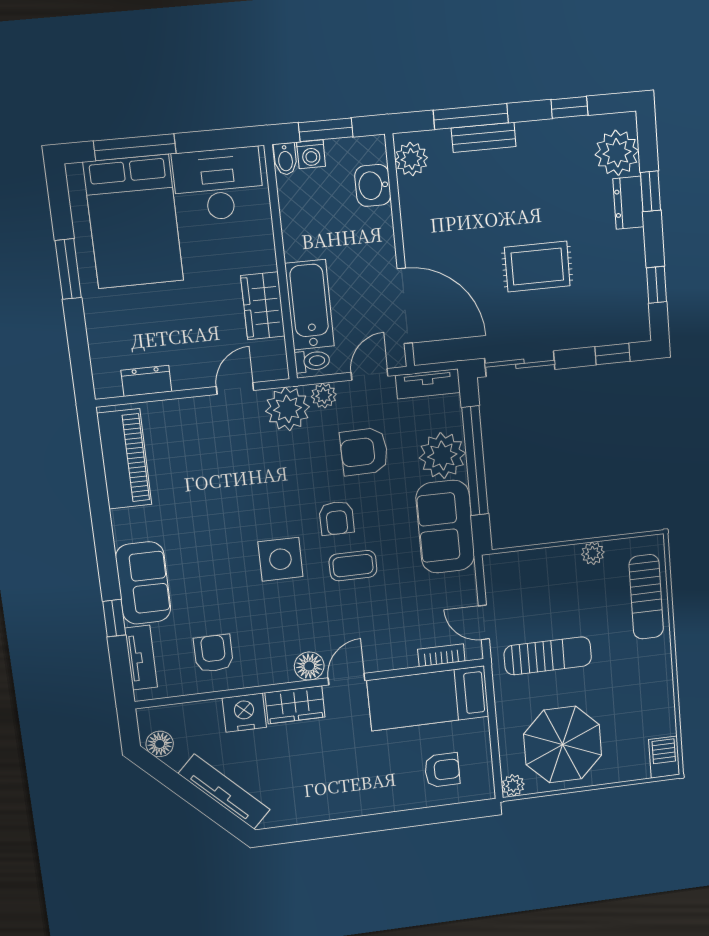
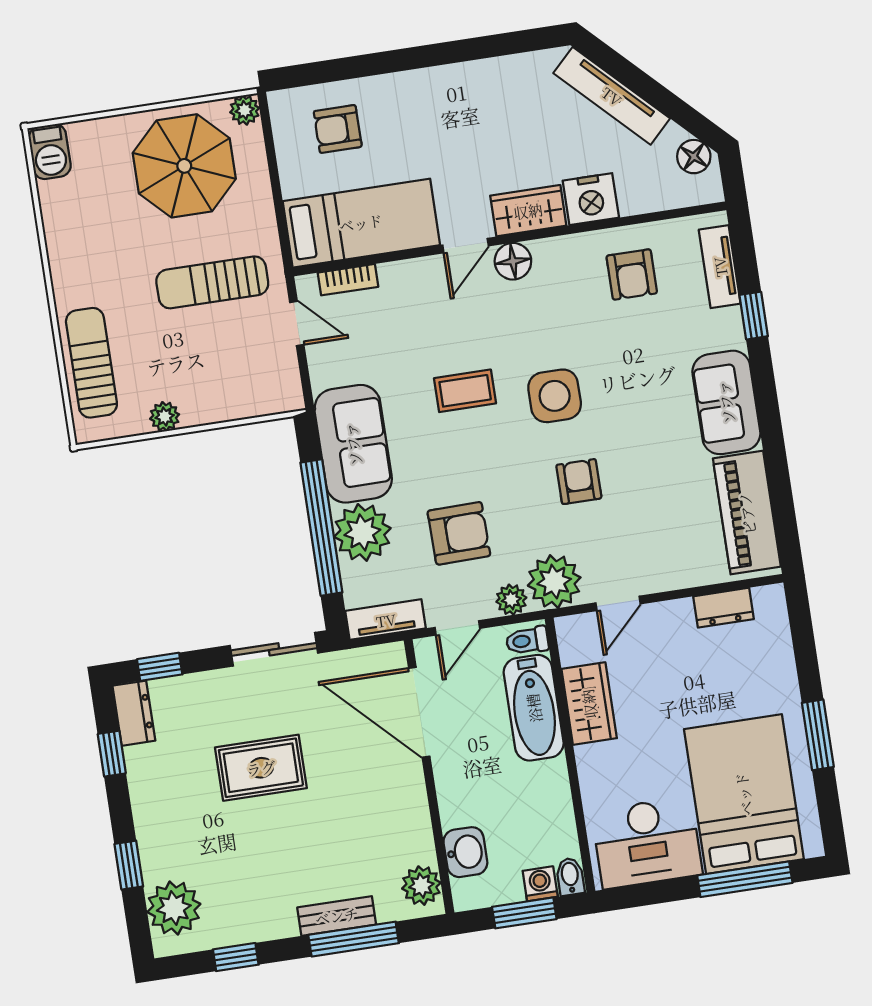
dresser: (628, 203) -> (134, 713), moved
armchair: (337, 518) -> (579, 482), moved
sofa: (143, 583) -> (726, 402), moved

